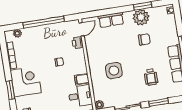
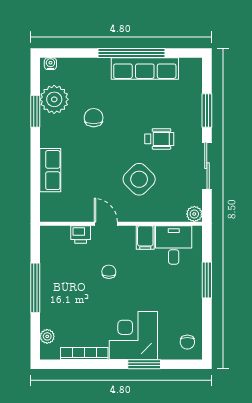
plant: (141, 17) -> (54, 99), moved
window: (44, 22) -> (35, 288), width x0.68
door: (82, 29) -> (106, 224), moved
side table: (114, 71) -> (139, 179), turned 45
wheelchair: (151, 77) -> (159, 139), moved

